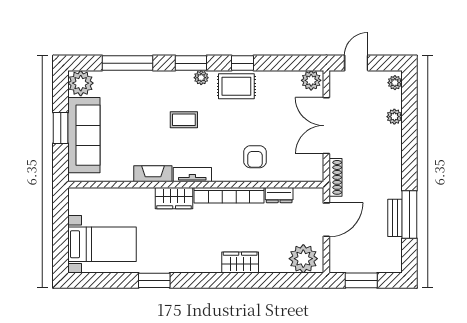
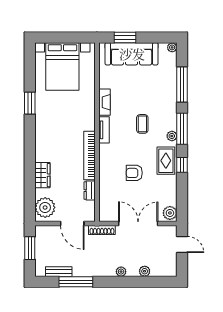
window: (191, 63) -> (182, 129), width x1.44
plant: (81, 83) -> (172, 47), width x0.53, depth x0.53
plant: (395, 83) -> (121, 272), moved
window: (61, 128) -> (125, 38), moved
armchair: (255, 157) -> (134, 173), moved
wardrobe: (174, 198) -> (87, 117), removed
bench: (395, 218) -> (59, 272), moved
bed with nightstands: (102, 244) -> (62, 67), width x1.36
wardrobe: (240, 263) -> (42, 175), moved

